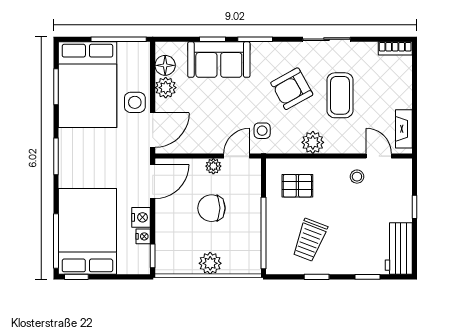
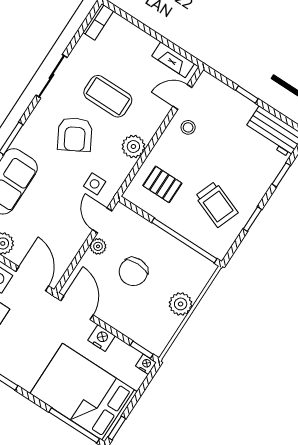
pallet: (297, 186) -> (162, 184), turned 90
nightstand: (143, 236) -> (146, 364), moved

